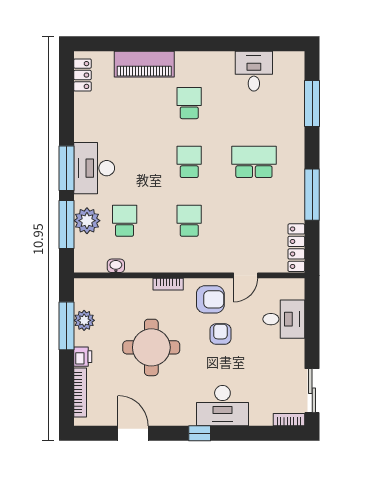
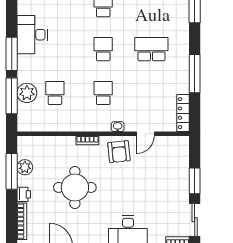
desk: (94, 168) -> (32, 35), moved
washbasin: (116, 266) -> (118, 127), moved
armchair: (210, 299) -> (119, 152), turned 84
desk: (284, 319) -> (174, 166), removed
armchair: (220, 334) -> (126, 177), removed
window: (312, 338) -> (195, 181), added

